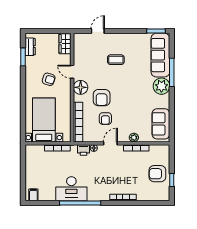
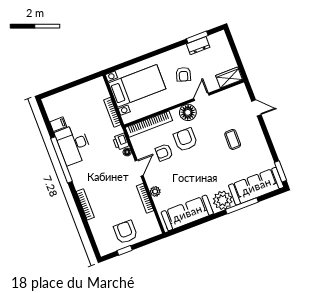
dresser: (30, 47) -> (198, 46), moved
armchair: (102, 98) -> (185, 140), turned 90
sofa: (161, 124) -> (187, 213), width x1.36
door: (110, 143) -> (139, 168), hinge flipped
filing cabinet: (33, 195) -> (58, 124), moved

